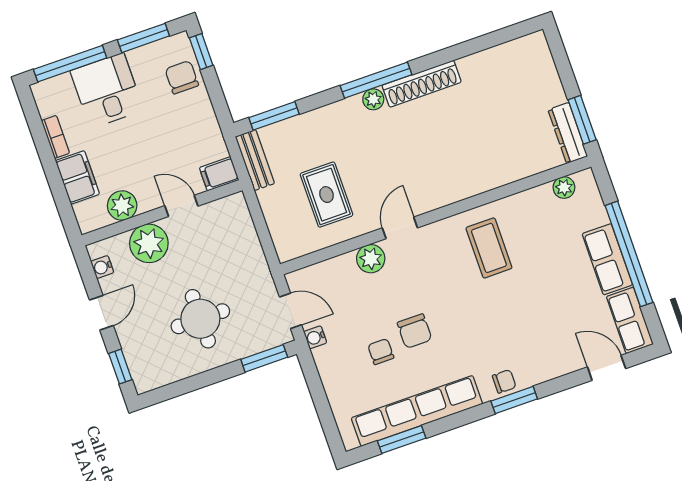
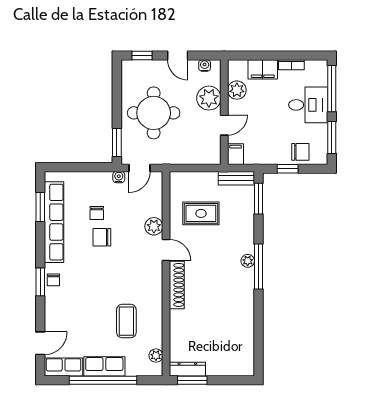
window: (201, 52) -> (288, 169), moved
shoe rack: (422, 84) -> (177, 285), moved, turned 180
coffee table: (489, 248) -> (126, 321), moved, turned 90
round table: (200, 319) -> (154, 113), width x1.36, depth x1.36
chair: (381, 352) -> (97, 213), turned 90

